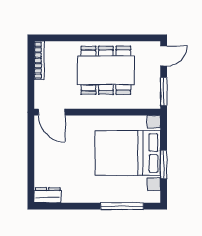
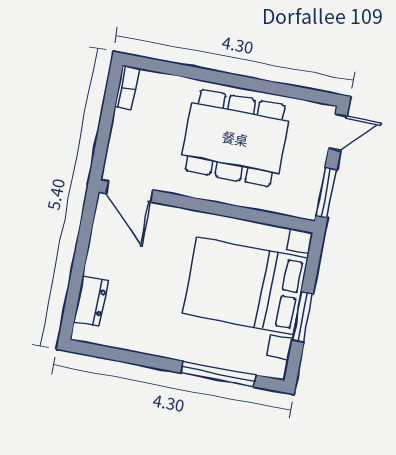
bookcase: (39, 60) -> (127, 88), width x0.64
dresser: (48, 195) -> (91, 301), moved, turned 90

